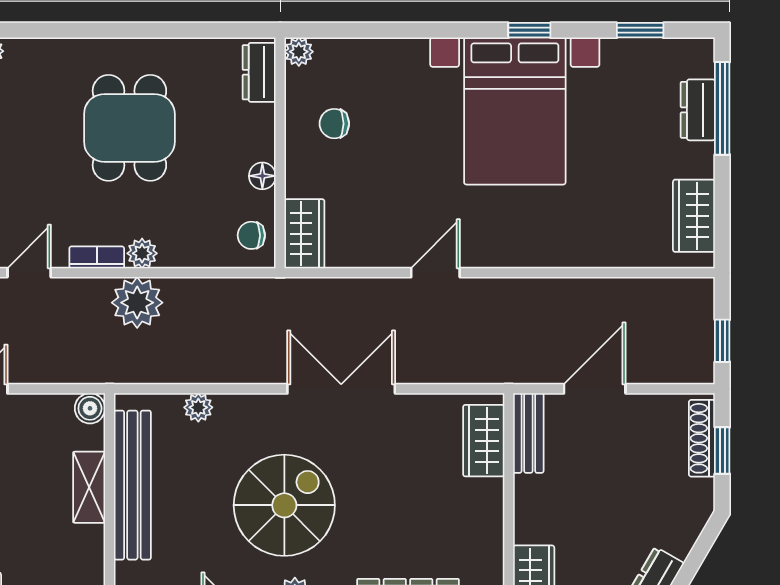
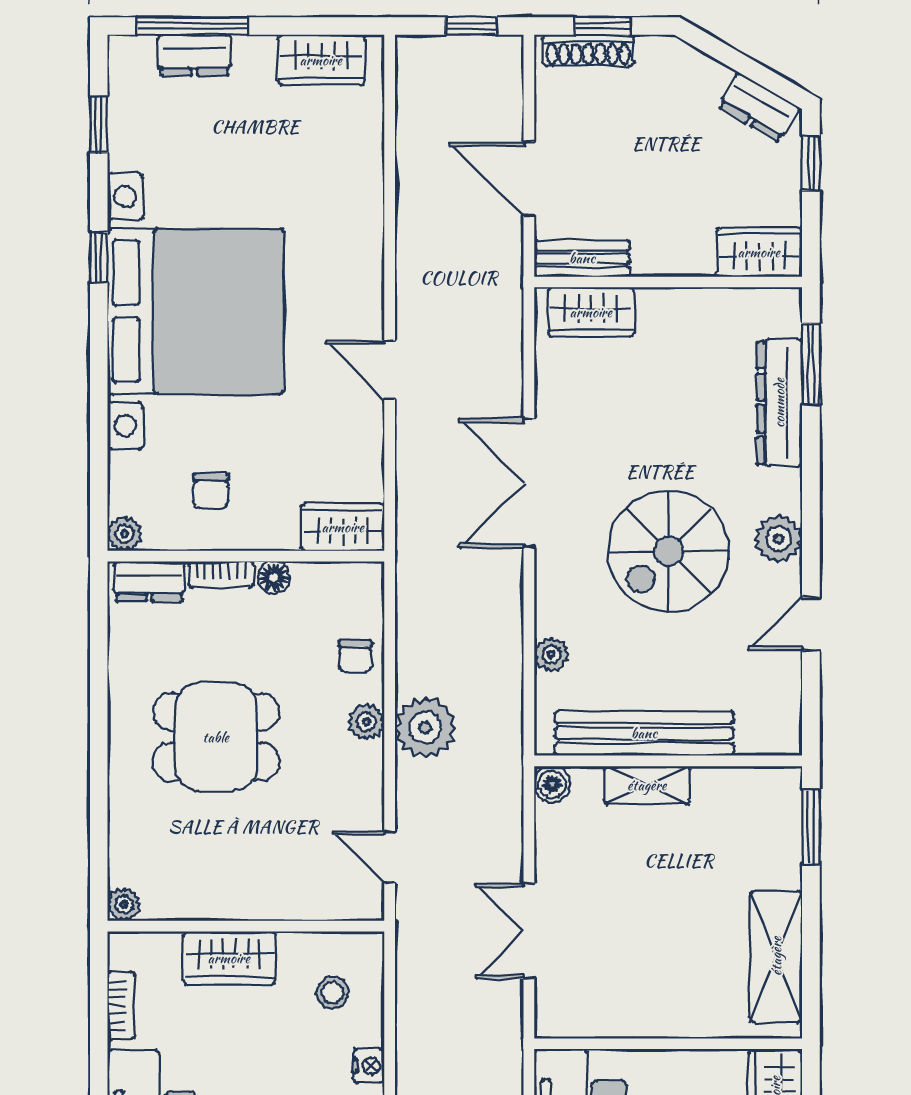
bed with nightstands: (515, 111) -> (196, 311), width x1.36
chair: (251, 235) -> (355, 656), moved
bookcase: (97, 257) -> (221, 575), moved, turned -90
spiral stairs: (284, 505) -> (669, 551), turned -90

